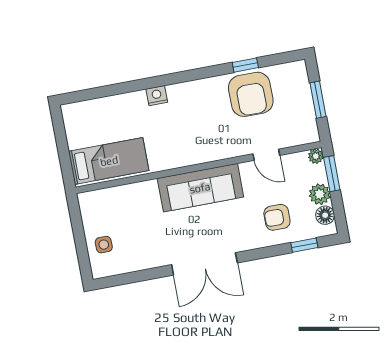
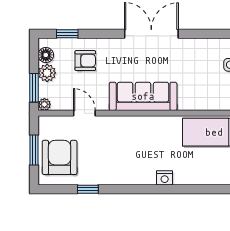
armchair: (251, 94) -> (60, 157), moved

